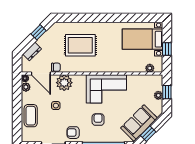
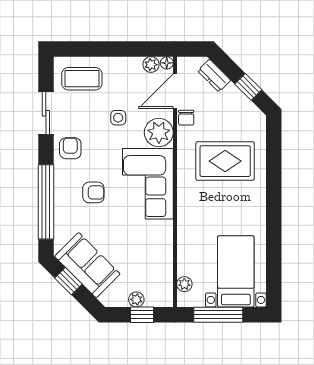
rug: (80, 45) -> (225, 161), turned 90
window: (167, 49) -> (218, 315), width x2.17
corner sofa: (106, 89) -> (148, 184), moved
coffee table: (31, 116) -> (82, 79), moved

